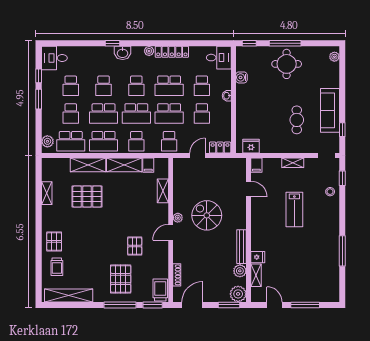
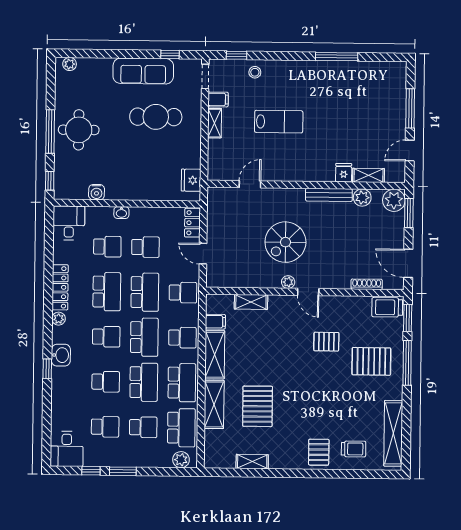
cafe table: (297, 120) -> (156, 117), width x1.37, depth x1.35
filing cabinet: (256, 165) -> (218, 99), moved
pallet: (54, 241) -> (319, 452), turned 90

